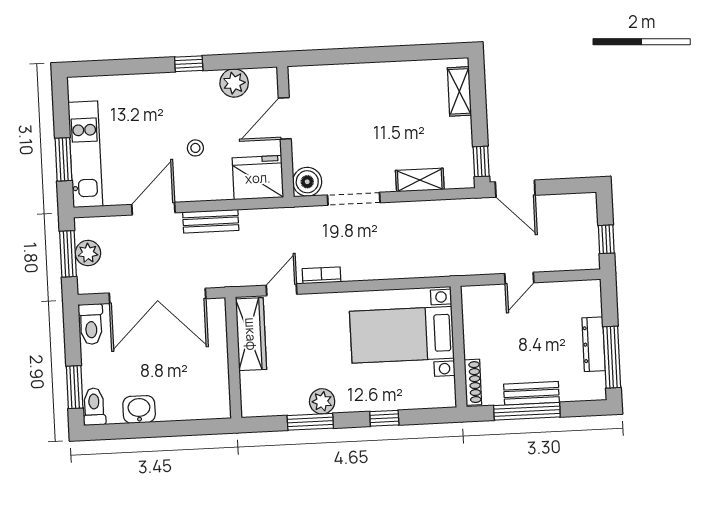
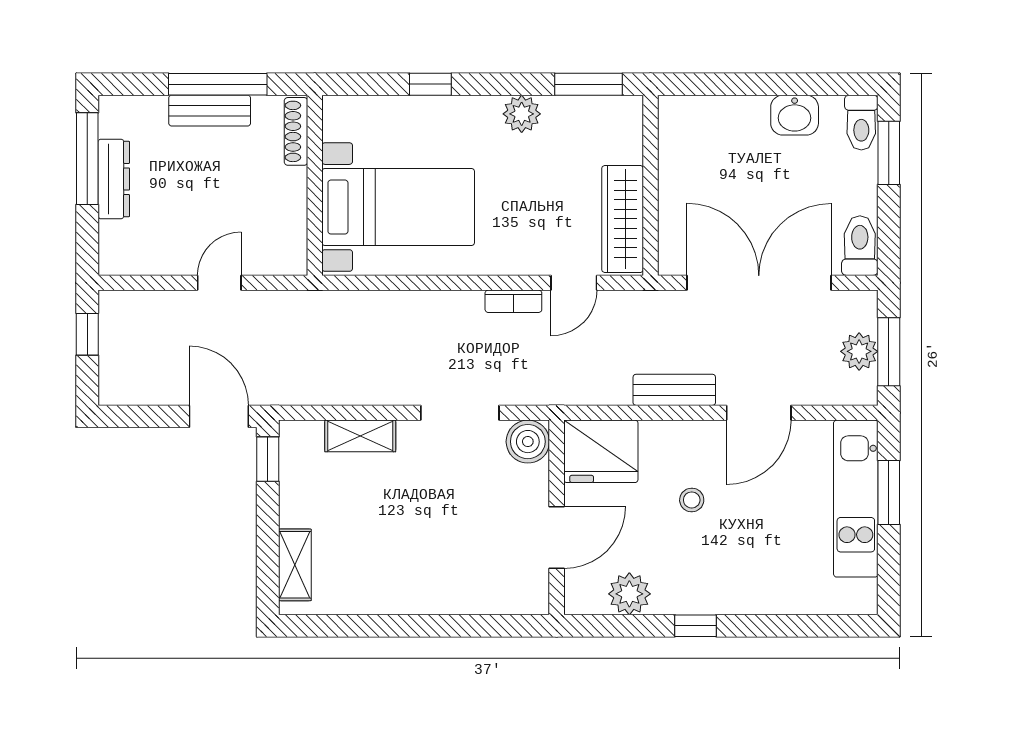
window: (310, 422) -> (589, 84), moved

